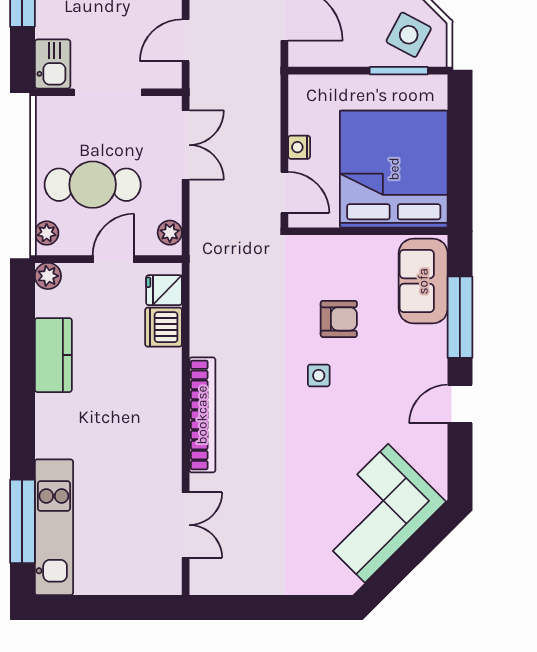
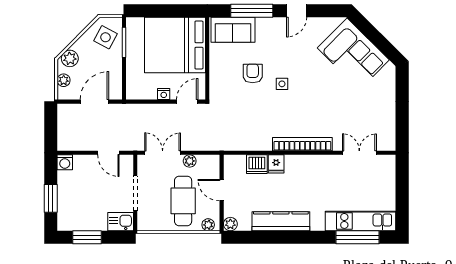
plant: (170, 233) -> (190, 161), moved
fridge: (164, 290) -> (276, 164), moved
kitchen counter: (53, 355) -> (281, 221), width x1.50
door: (460, 404) -> (297, 11), hinge flipped

